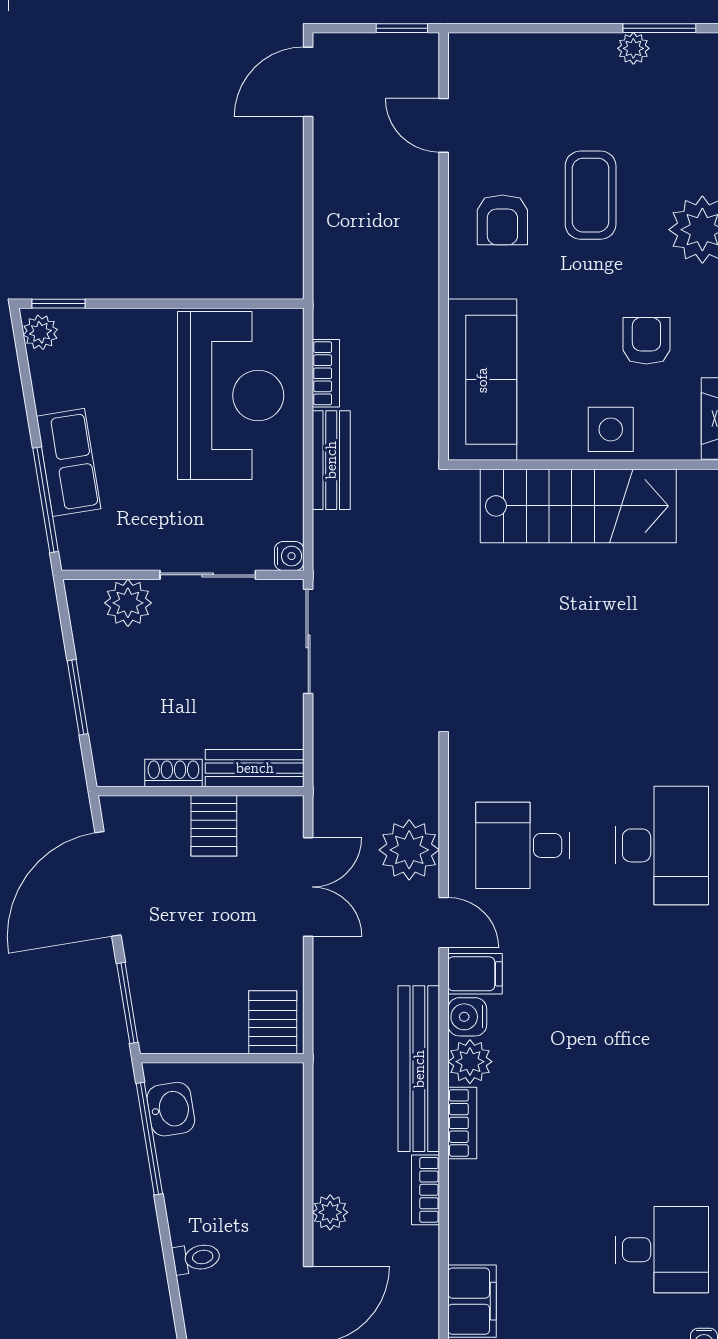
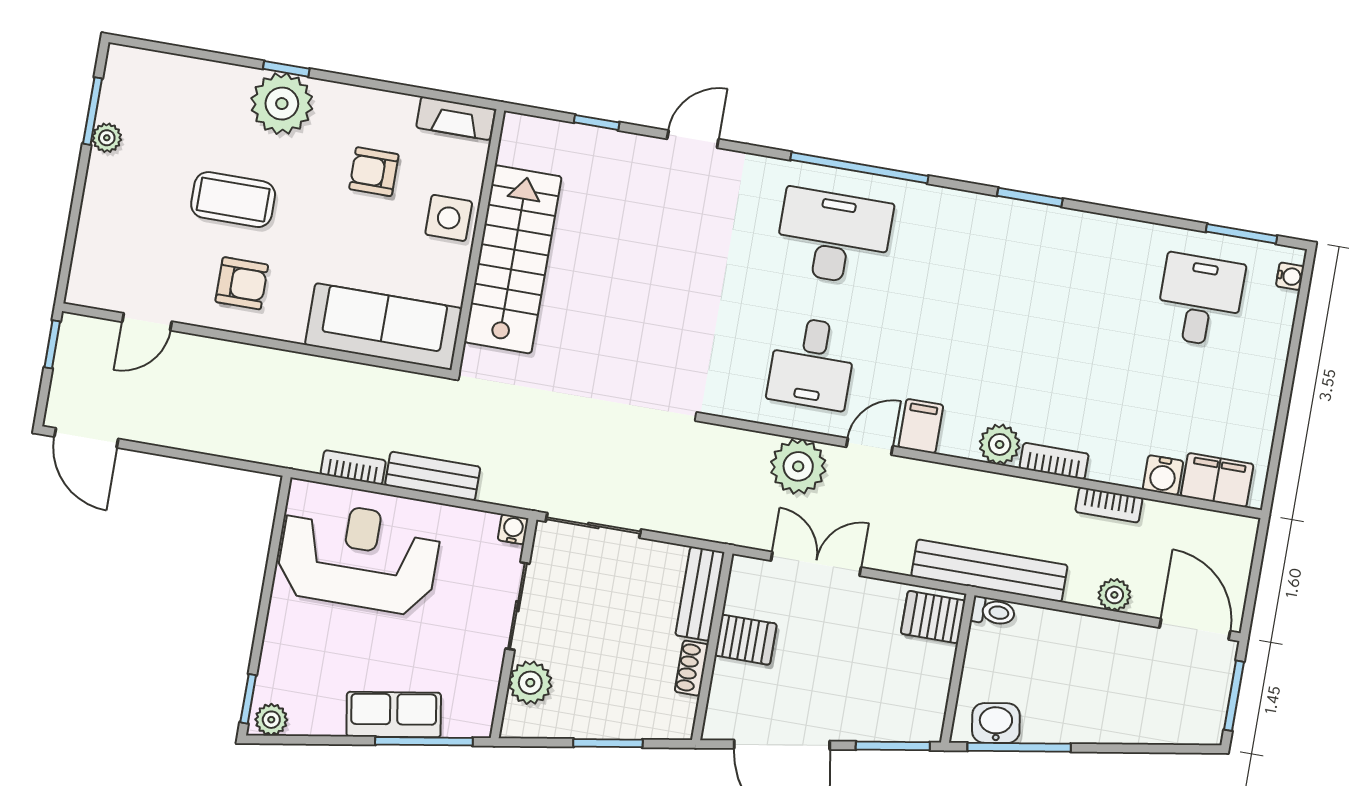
water cooler: (467, 1017) -> (1163, 475), moved
bench: (419, 1069) -> (989, 571), moved
toilet: (196, 1258) -> (993, 612), moved, turned 99

